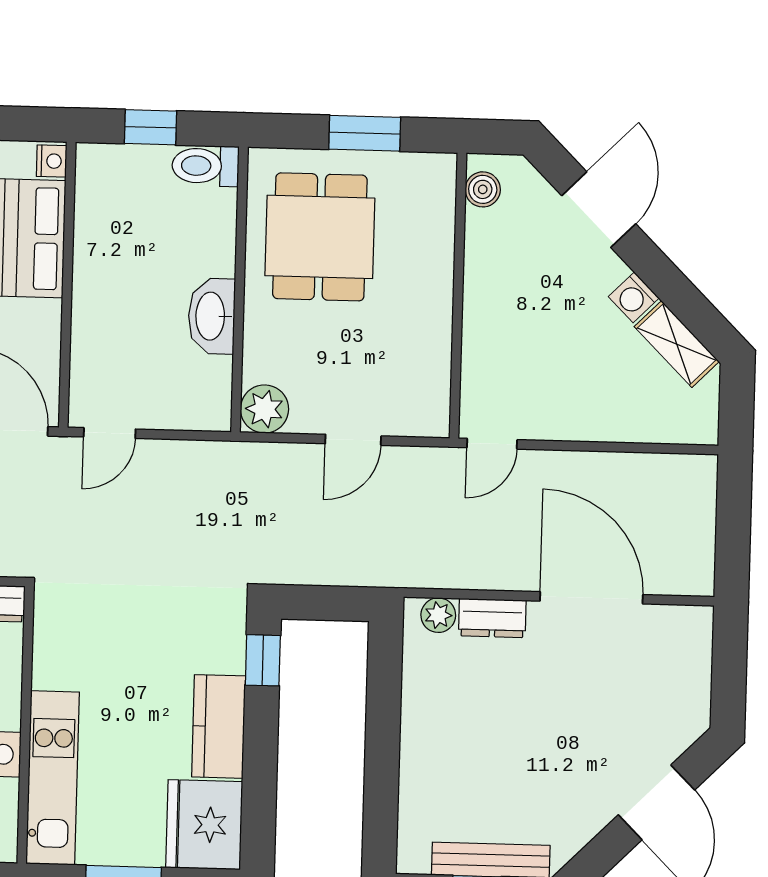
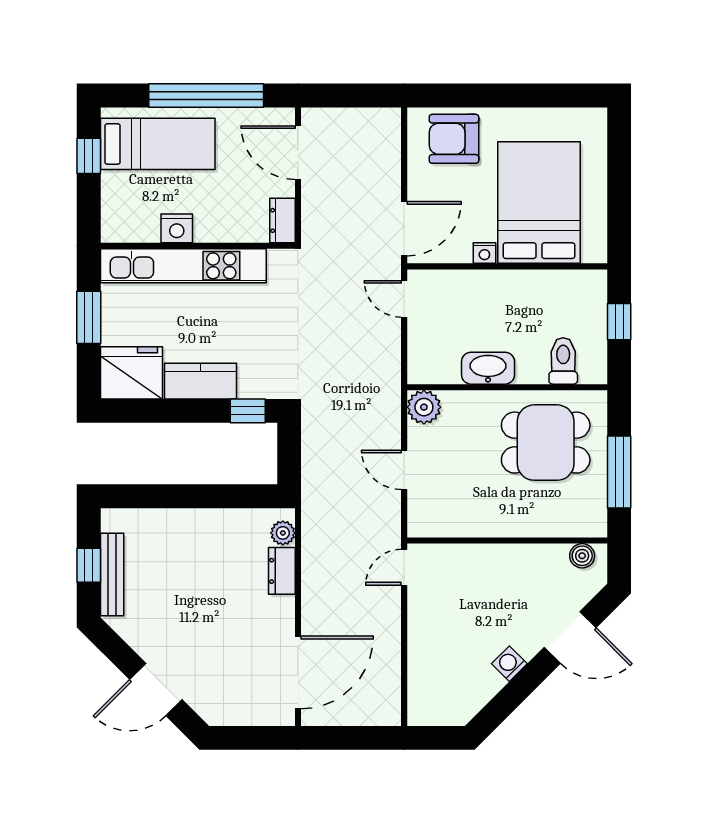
window: (365, 133) -> (619, 472), width x1.44
nightstand: (52, 161) -> (484, 253), moved
toilet: (205, 166) -> (563, 361), moved
shelving: (677, 344) -> (478, 695), removed
door: (492, 444) -> (404, 567), hinge flipped
door: (591, 598) -> (298, 672), moved
kitchen unit: (53, 778) -> (183, 266), width x1.36

